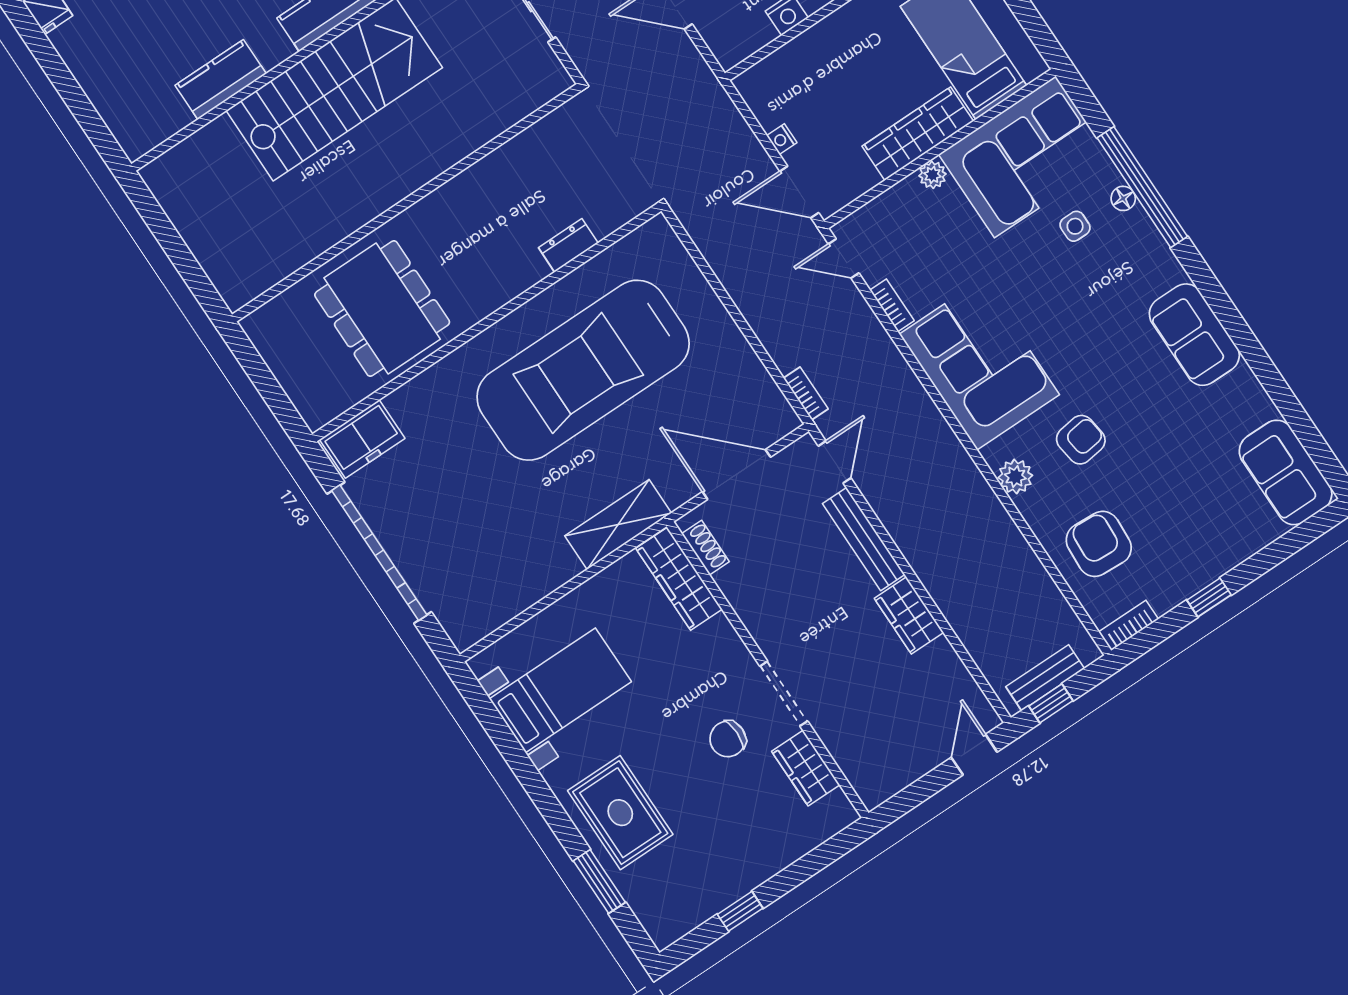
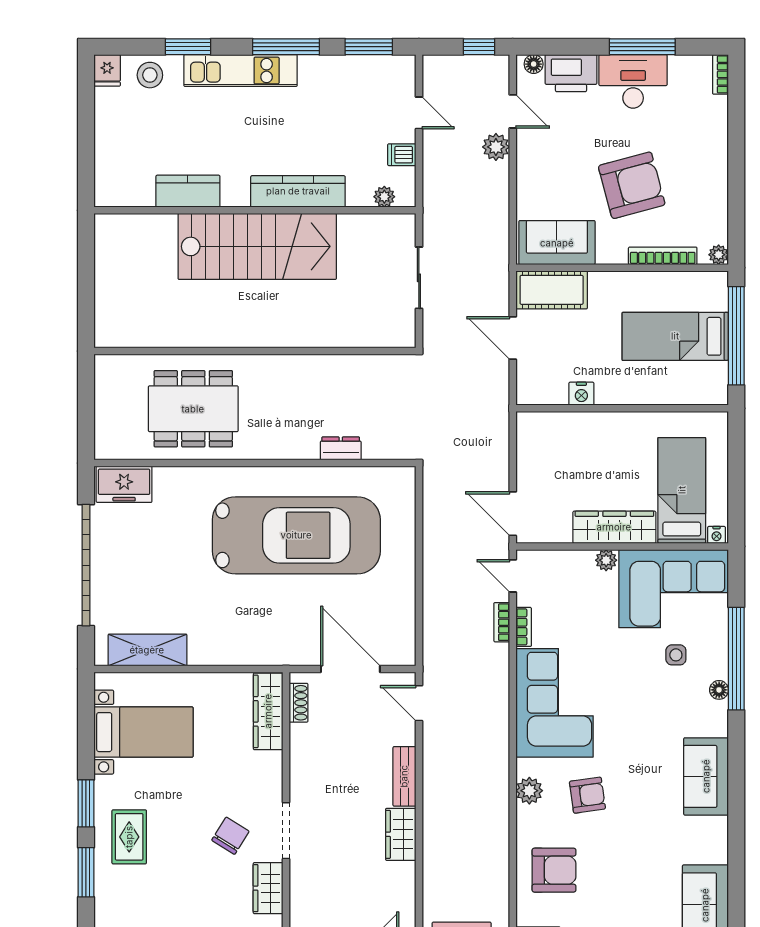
nightstand: (782, 139) -> (717, 535), moved, turned -90
floor lamp: (1123, 198) -> (719, 690), moved
dining table: (382, 309) -> (193, 409), turned 90
car: (583, 370) -> (296, 535), turned 180
bookcase: (806, 394) -> (502, 622), moved, turned 180
door: (835, 462) -> (419, 703), swing flipped
shelving: (618, 524) -> (147, 650), moved
bench: (864, 539) -> (404, 776), width x0.73
armchair: (1099, 544) -> (554, 870), turned 87
chair: (728, 739) -> (230, 836), turned 122
window: (550, 808) -> (86, 803), added
rug: (620, 813) -> (129, 837), width x0.73, depth x0.70

